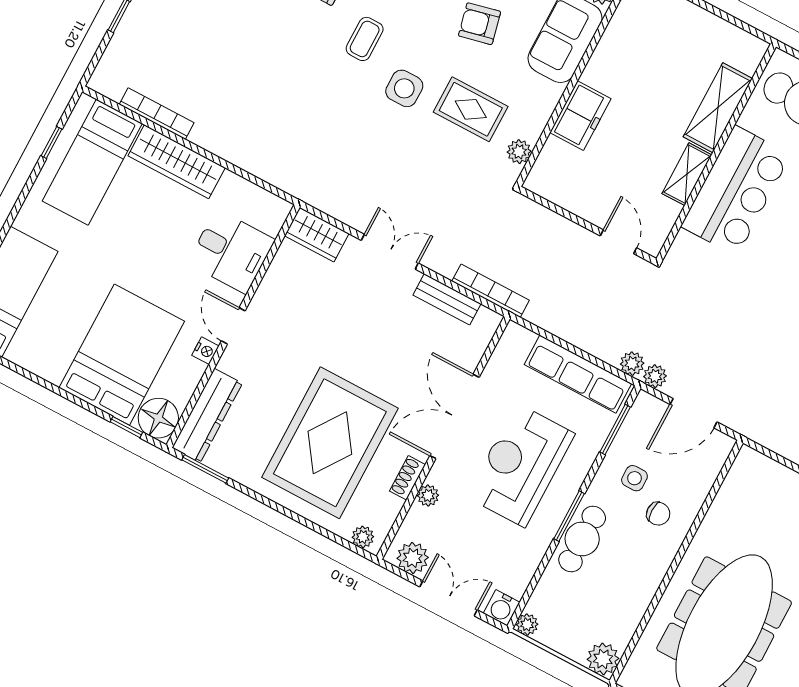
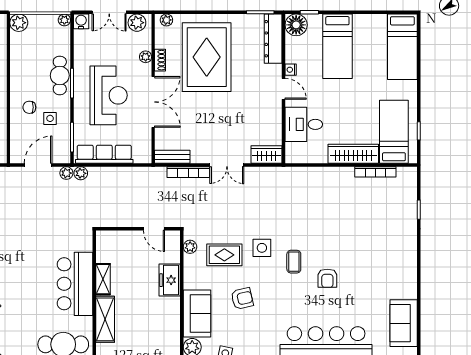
door: (618, 242) -> (154, 229), moved
bookcase: (491, 291) -> (188, 172), moved
bench: (447, 299) -> (172, 157), moved
bed: (122, 355) -> (337, 46), width x0.67

